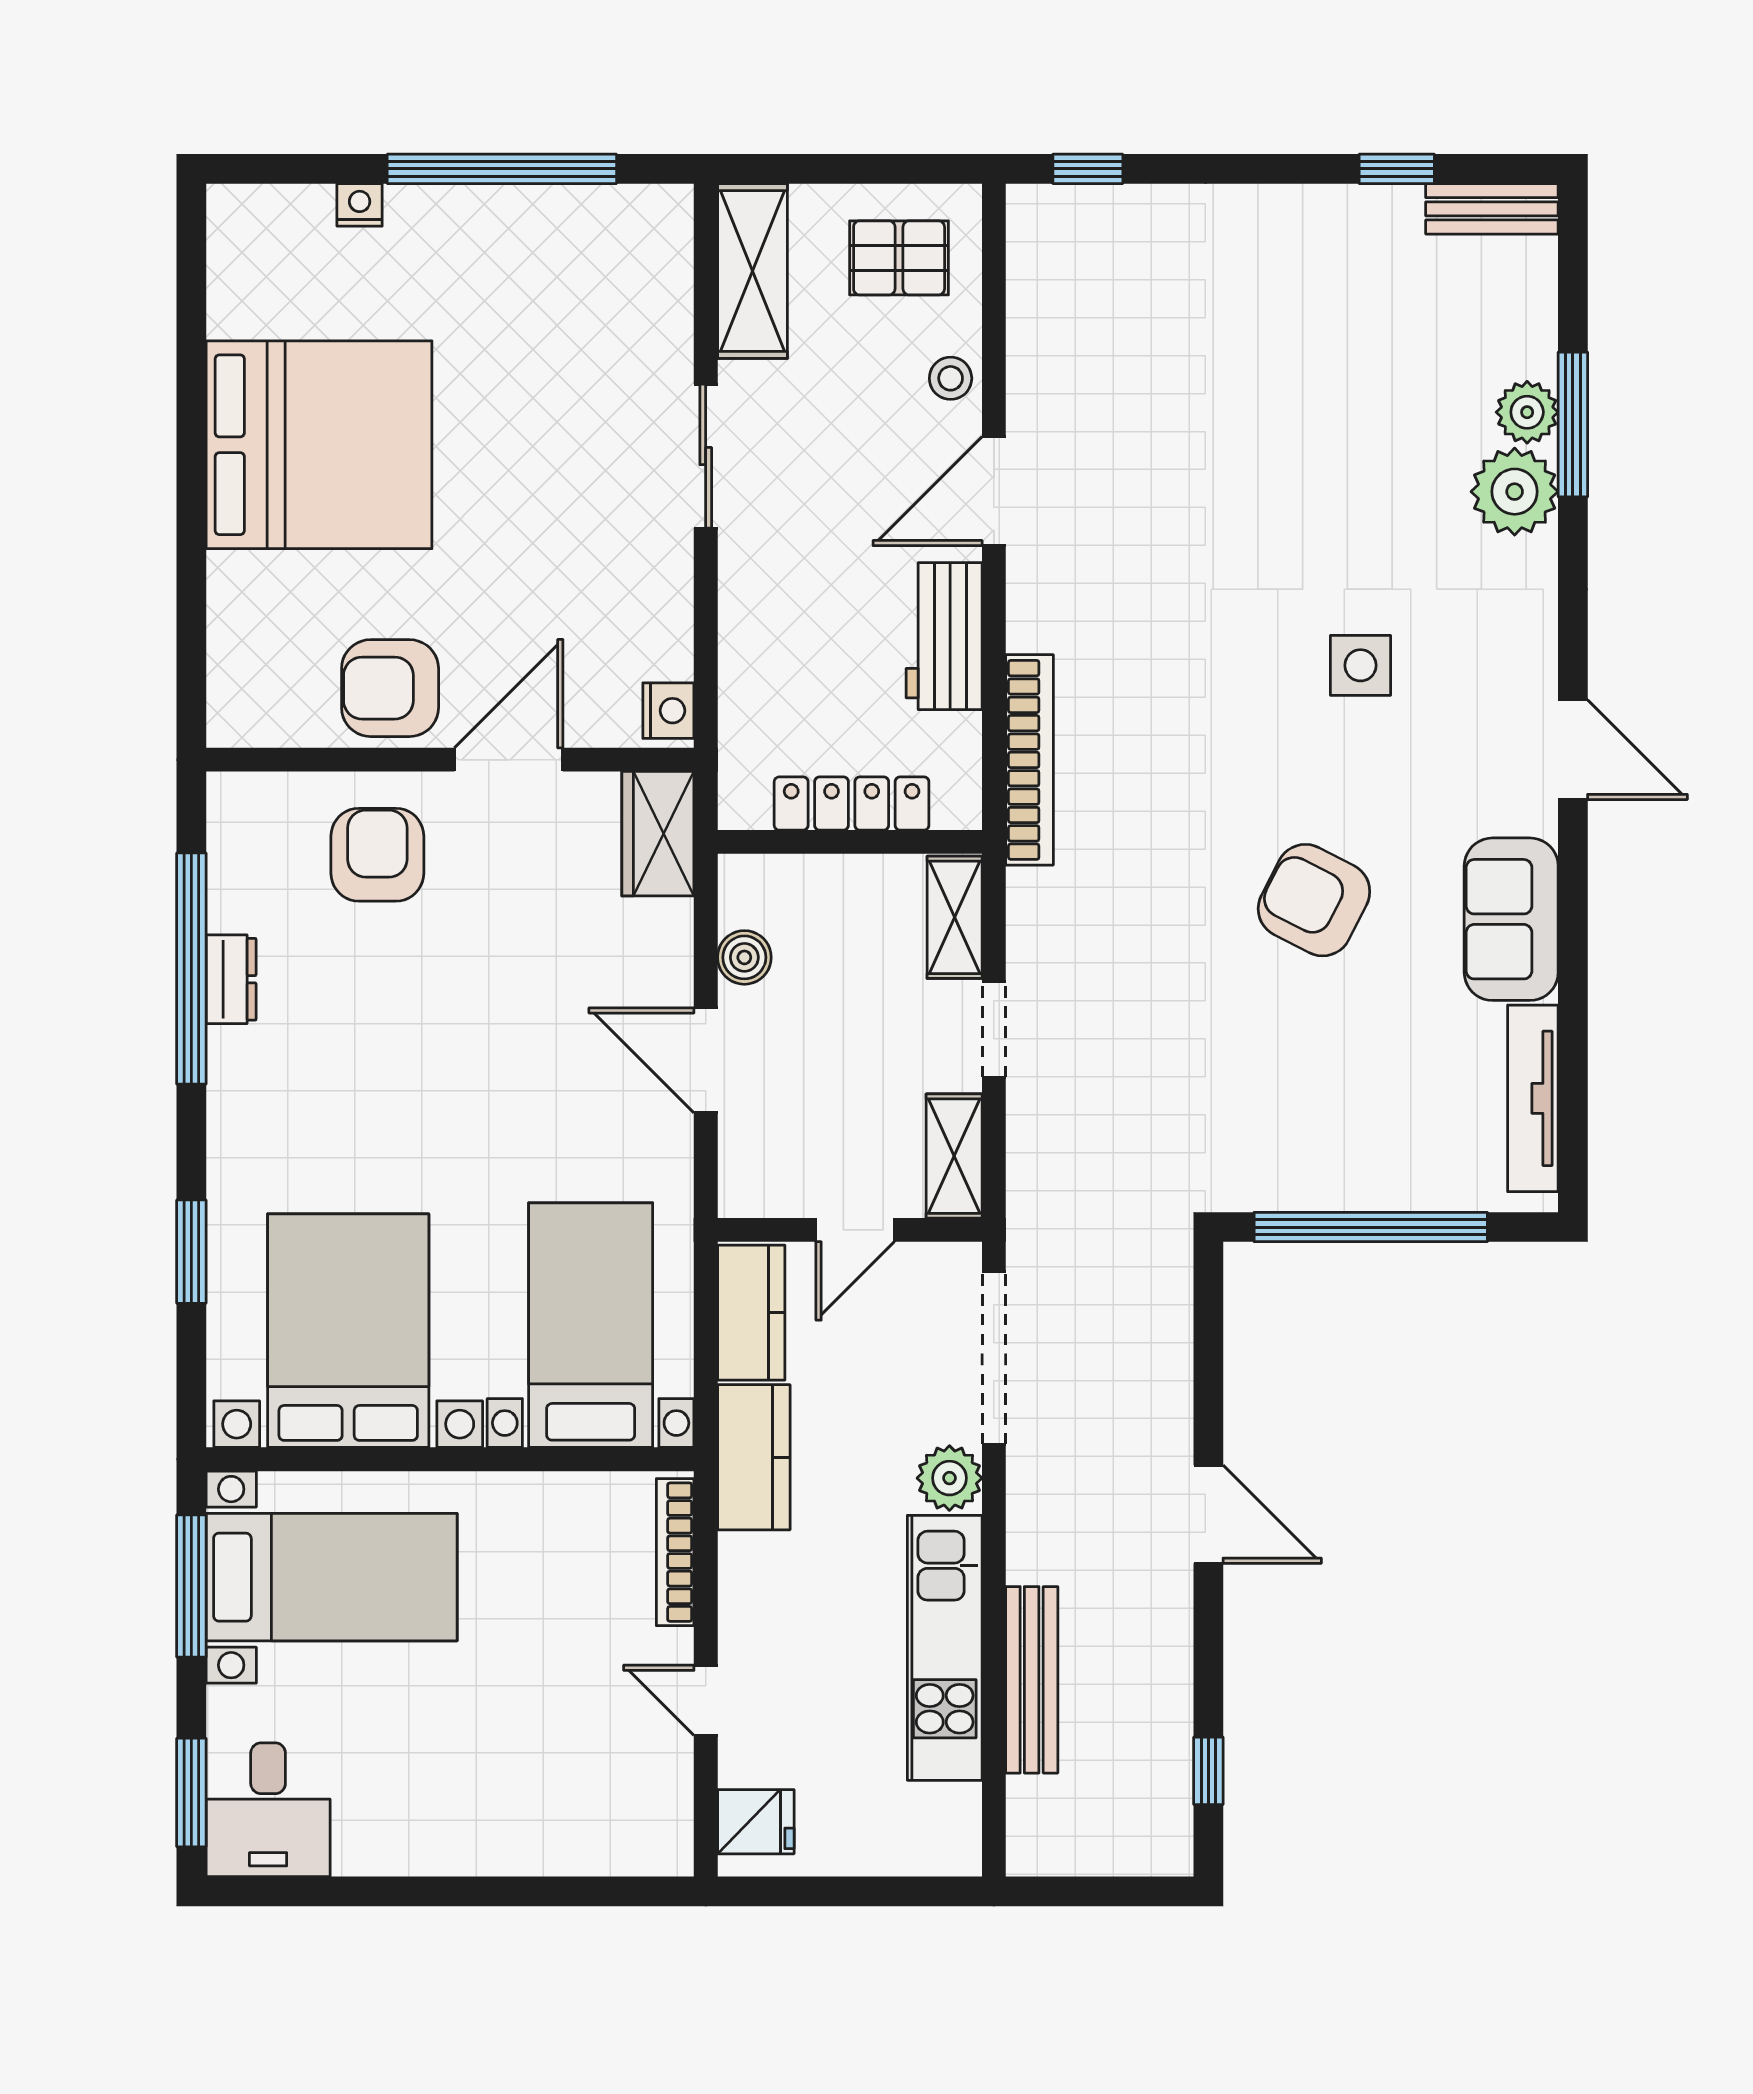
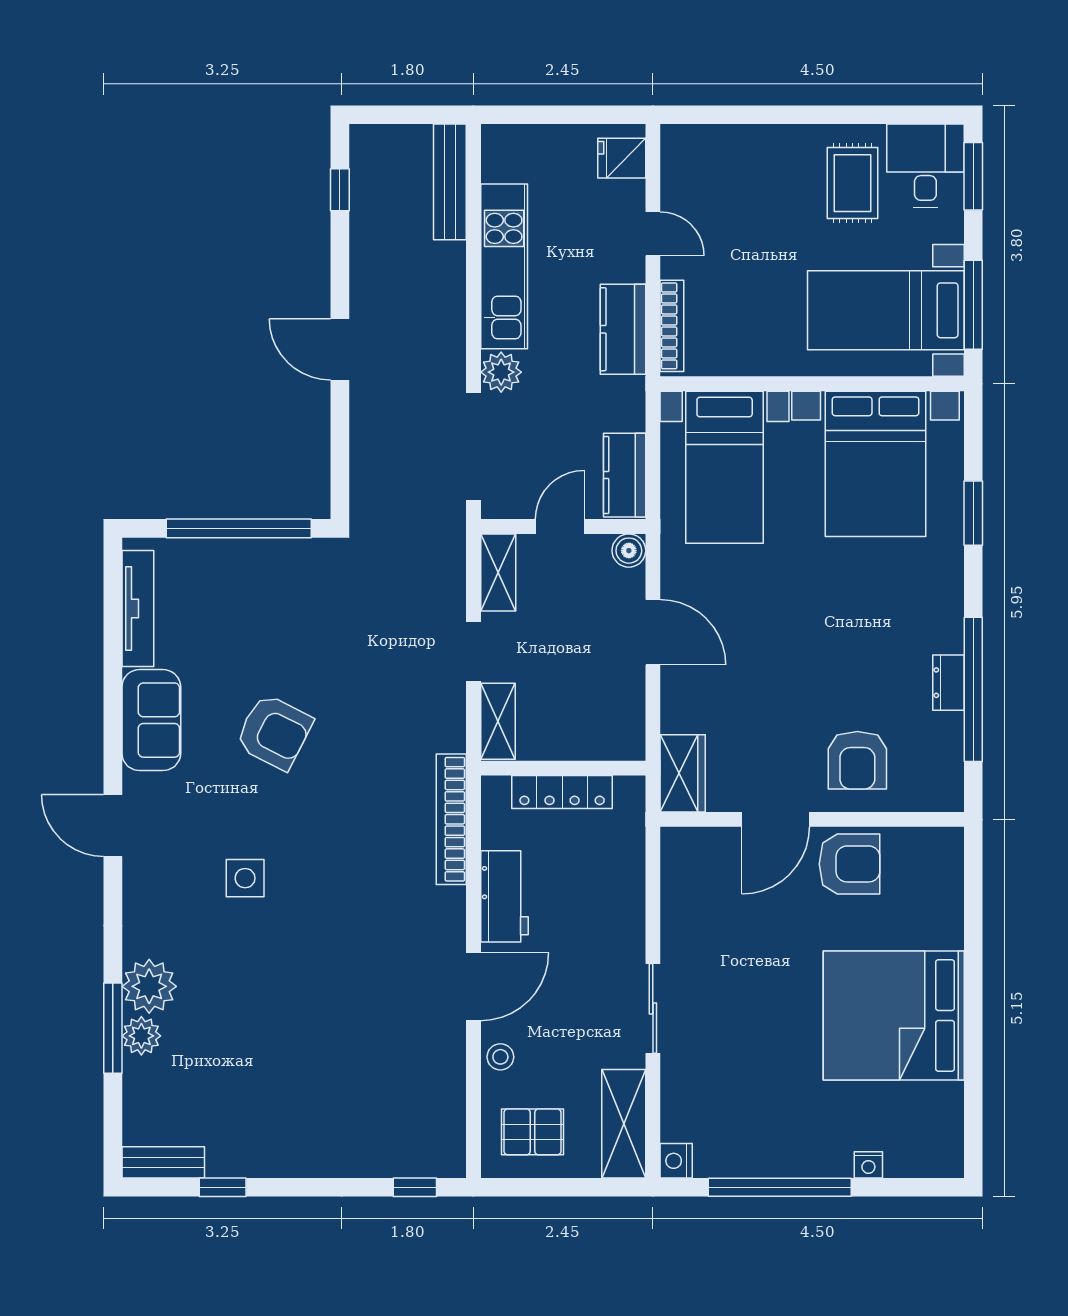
nightstand: (668, 711) -> (676, 1161), moved
boiler: (744, 957) -> (629, 551), moved
kitchen counter: (754, 1457) -> (623, 329), moved
bench: (1032, 1680) -> (450, 182), moved
rug: (385, 1782) -> (852, 183), added

